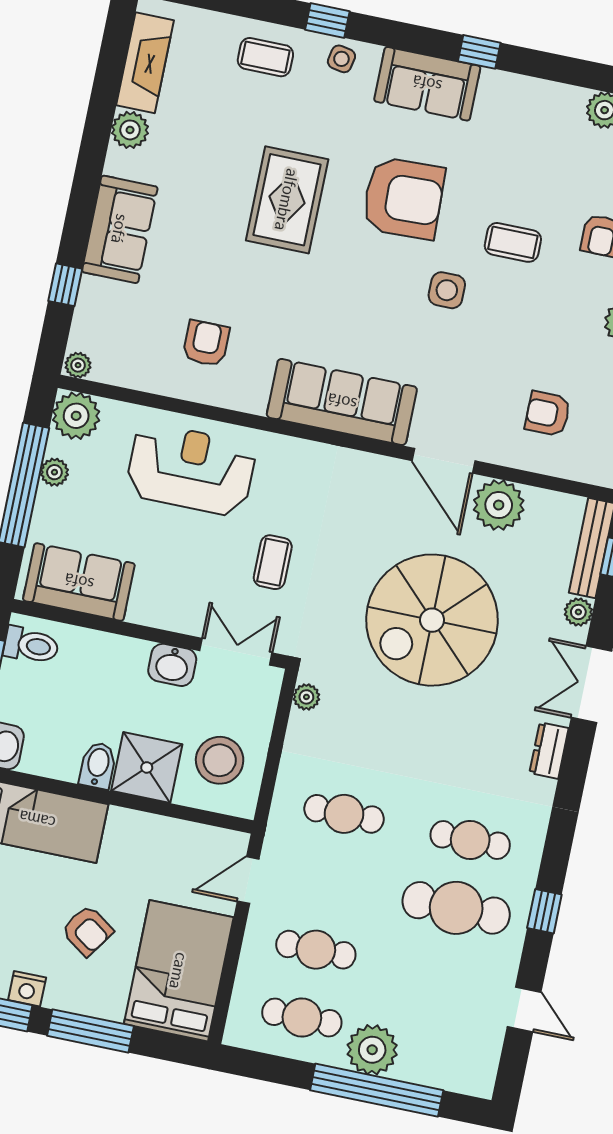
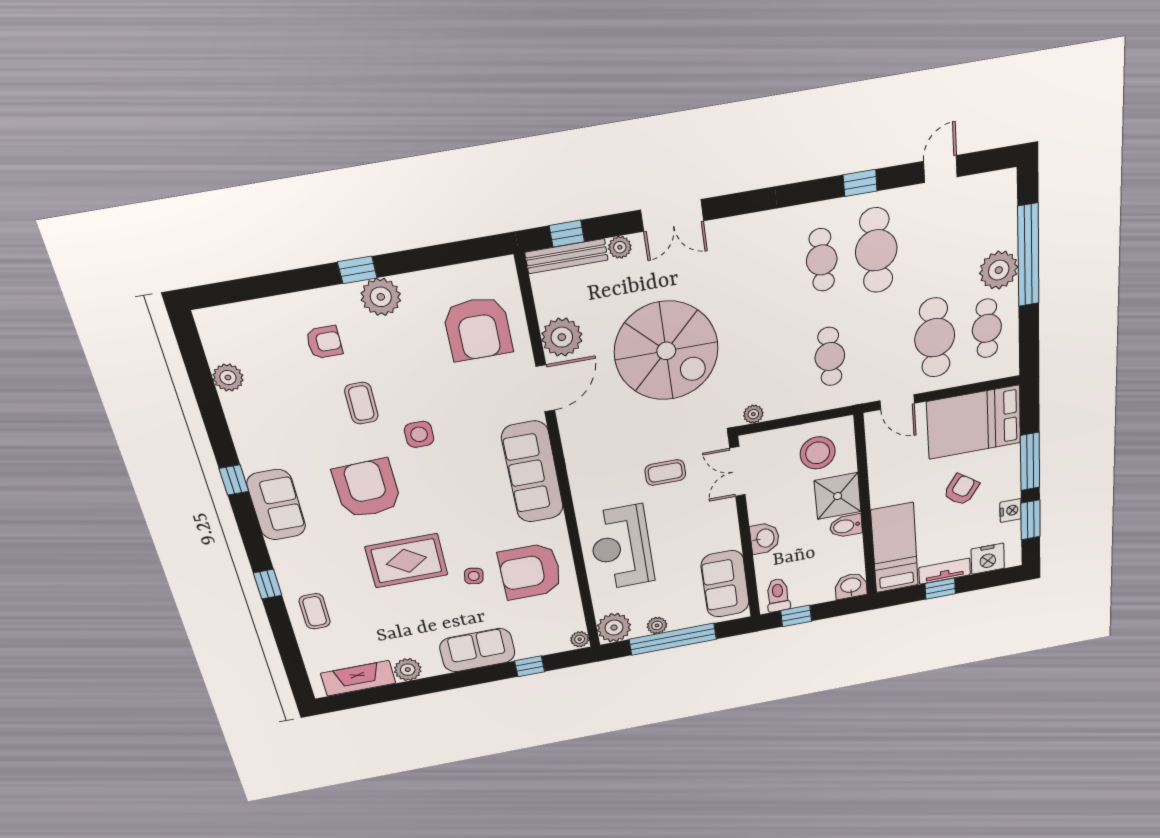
side table: (341, 59) -> (474, 576), moved
armchair: (206, 343) -> (530, 571), width x1.88, depth x1.88
armchair: (548, 414) -> (478, 329), width x1.88, depth x1.88
washbasin: (172, 665) -> (765, 538), moved
dresser: (549, 751) -> (735, 228), removed
cafe table: (316, 950) -> (935, 338), width x1.37, depth x1.35

